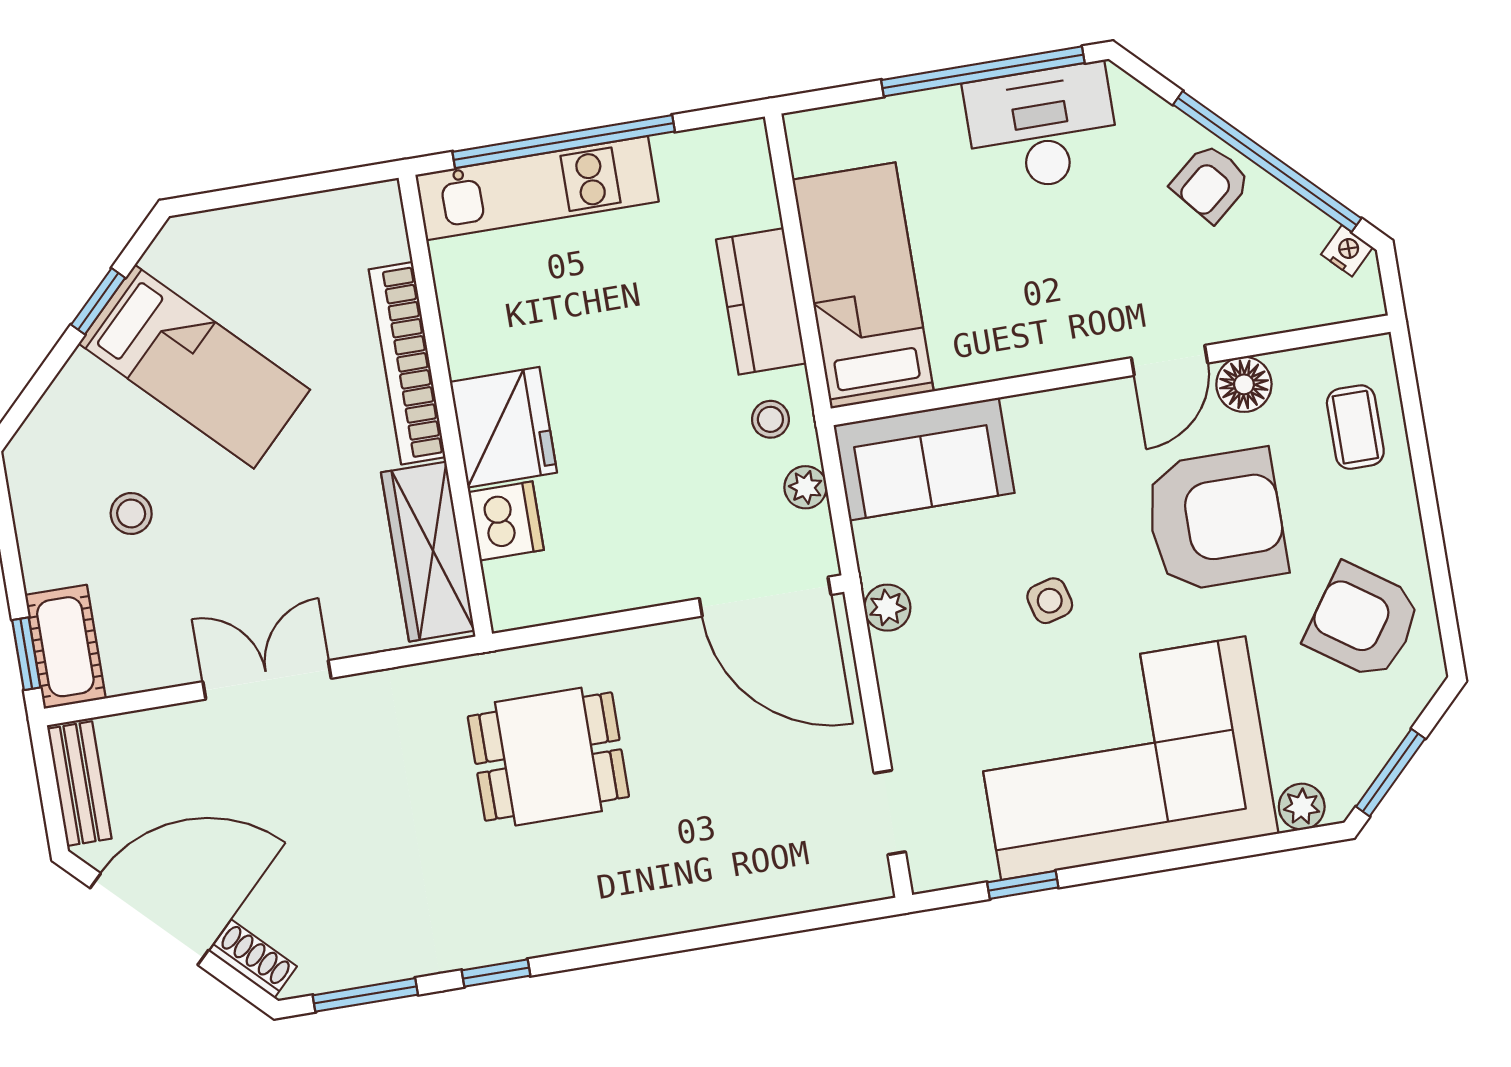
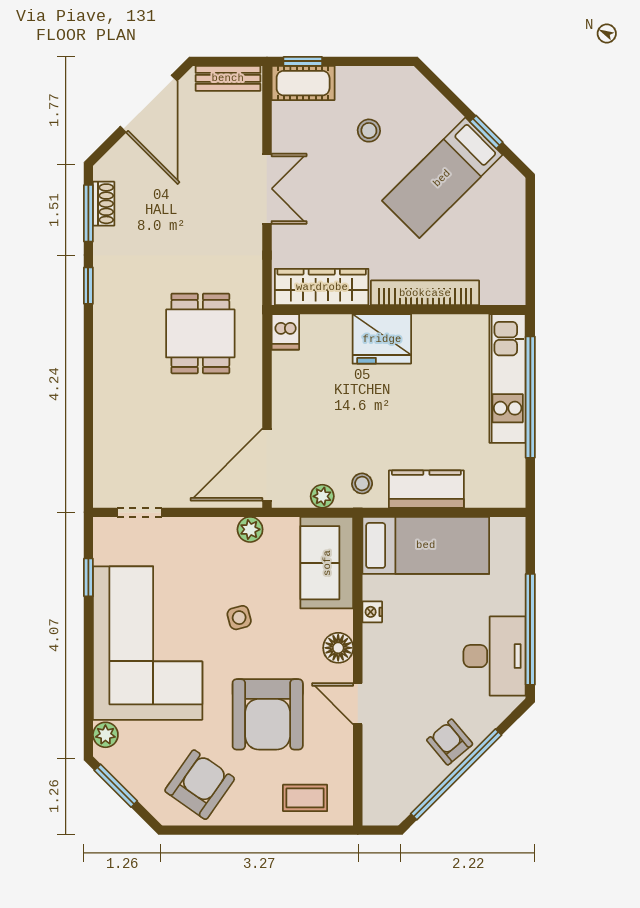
nightstand: (1347, 251) -> (372, 612), moved, turned 135
floor lamp: (1244, 384) -> (338, 648), moved
dishwasher: (506, 521) -> (285, 332), moved, width x0.73
shoe rack: (253, 959) -> (104, 204), moved, turned -45

